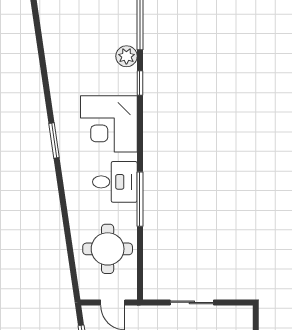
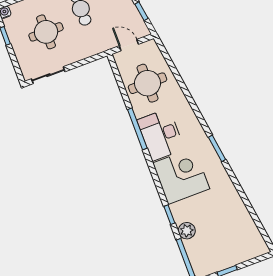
desk: (115, 182) -> (161, 135), width x1.37
sliding door: (192, 302) -> (48, 75), moved

